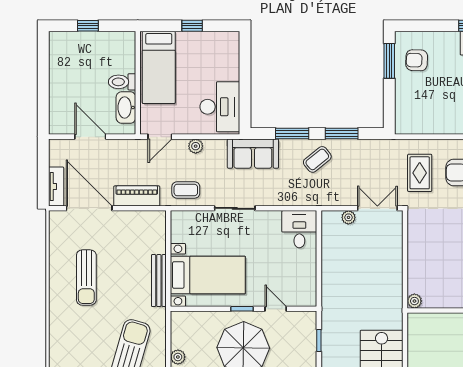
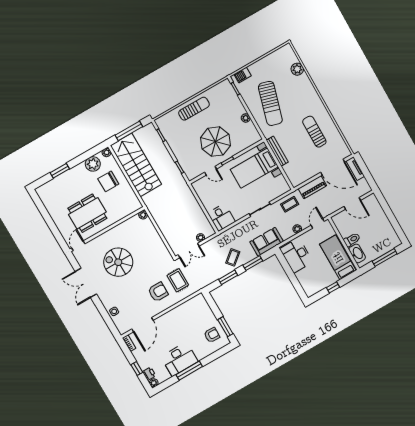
window: (88, 26) -> (385, 257), width x2.17
washbasin: (126, 107) -> (357, 253), moved

